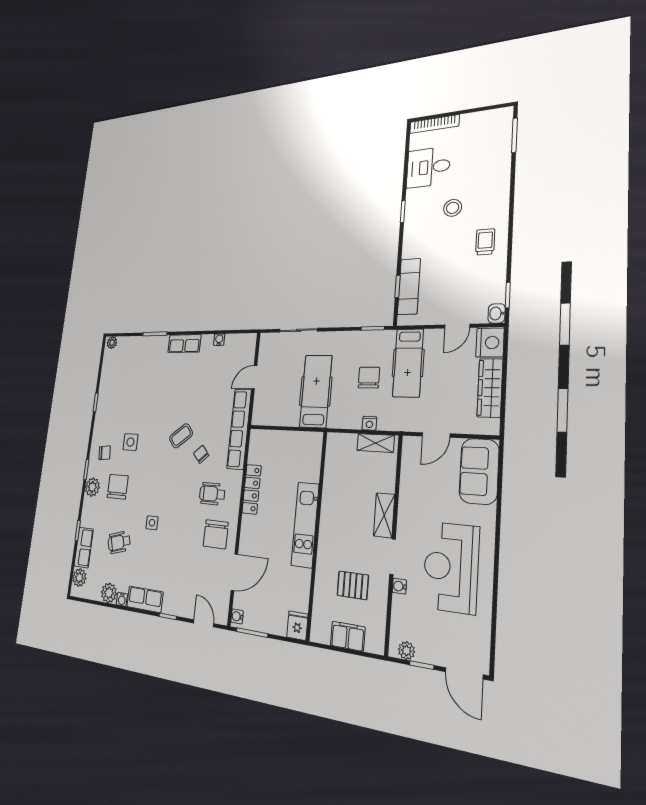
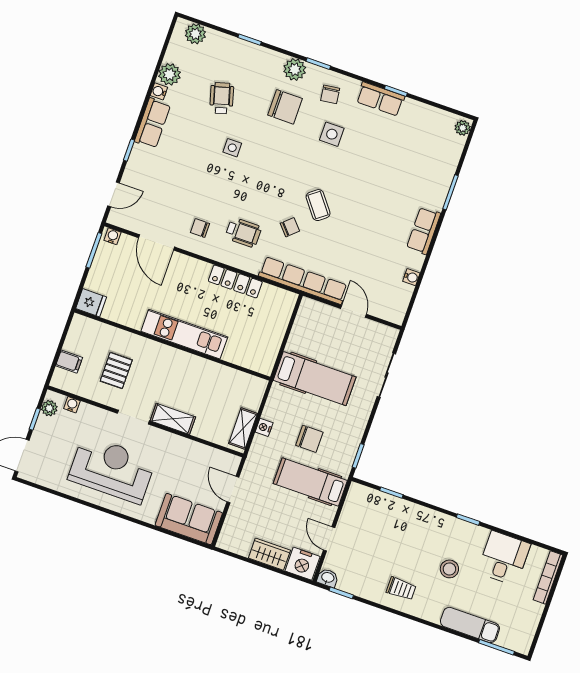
exam couch: (409, 287) -> (470, 625), moved, turned 180
wardrobe: (490, 388) -> (269, 554), width x0.67
wheelchair: (212, 494) -> (243, 232), turned 90
chair: (216, 534) -> (200, 228), width x0.54, depth x0.54
row of seats: (84, 547) -> (380, 99), moved
water cooler: (399, 586) -> (72, 405), moved
filing cabinet: (348, 636) -> (69, 362), width x0.50

